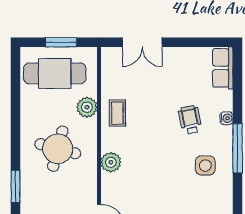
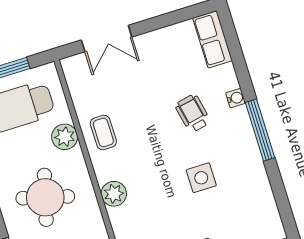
side table: (205, 165) -> (201, 178), moved

